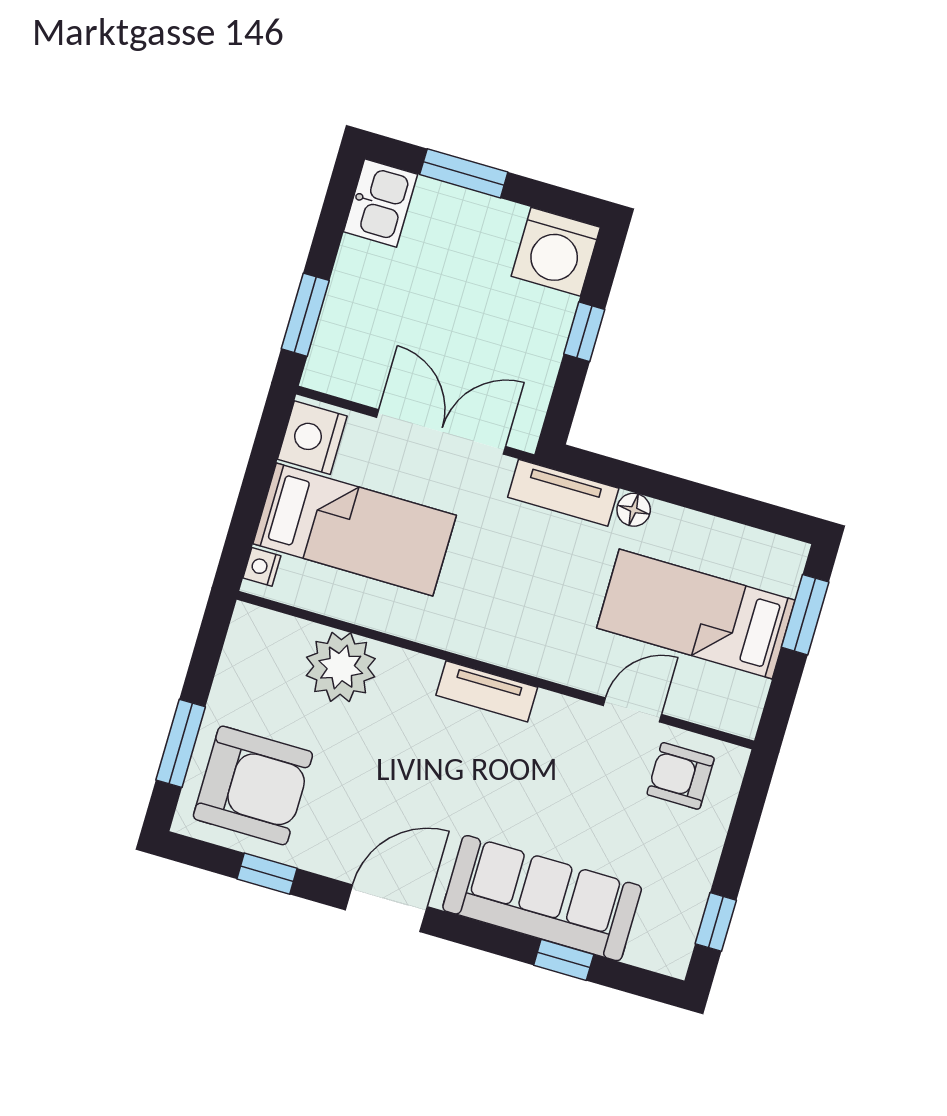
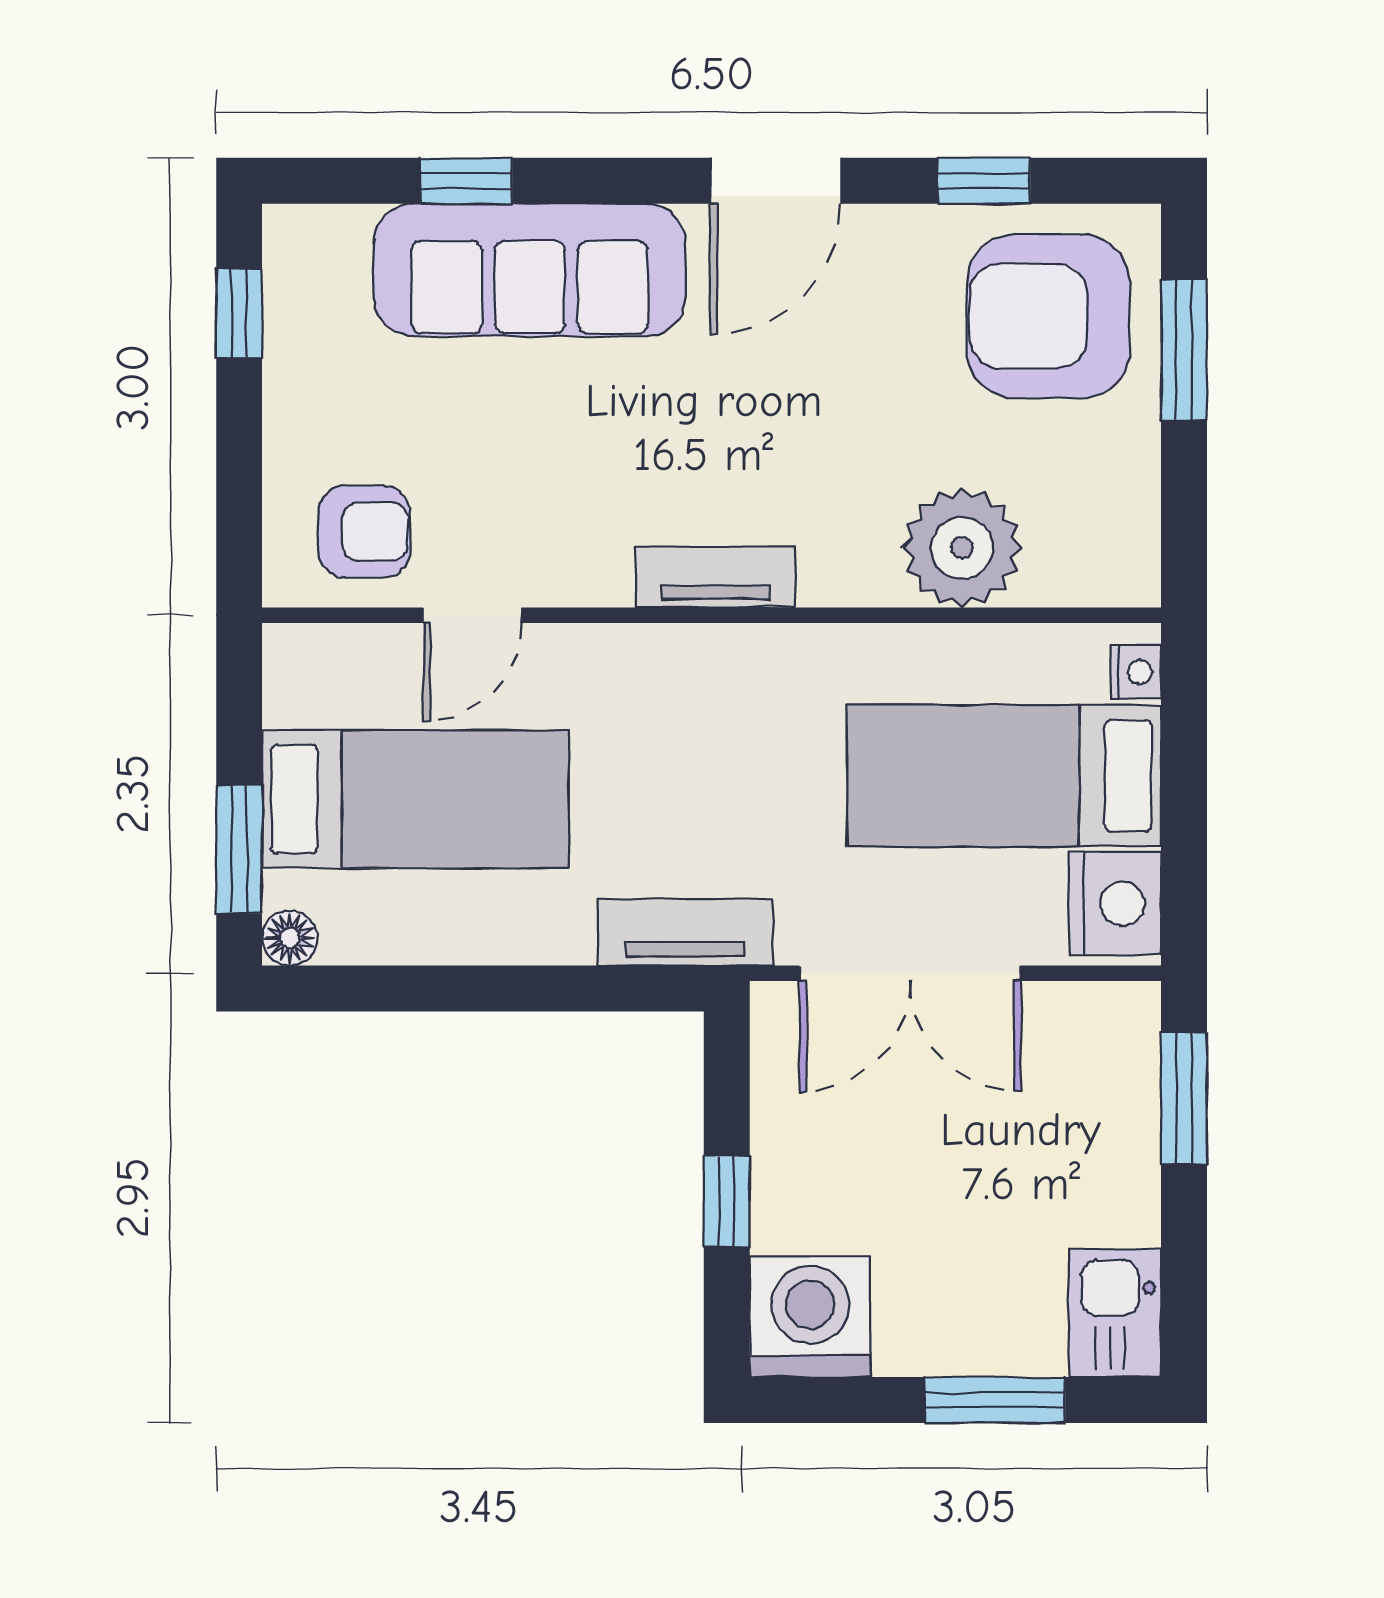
floor lamp: (634, 510) -> (290, 938), moved

